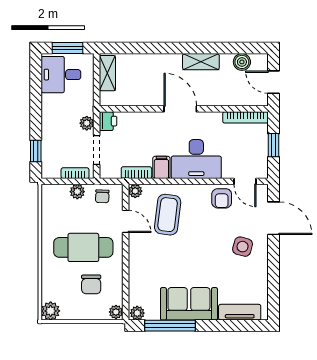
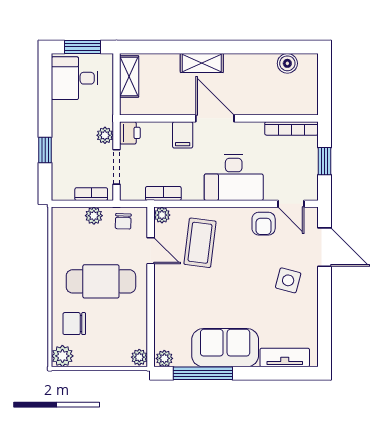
shelving: (201, 62) -> (202, 63), moved
door: (274, 82) -> (324, 87), removed
window: (36, 151) -> (45, 150), moved
filing cabinet: (161, 167) -> (183, 135), moved, turned 180
chair: (91, 284) -> (74, 324), moved, turned 90

